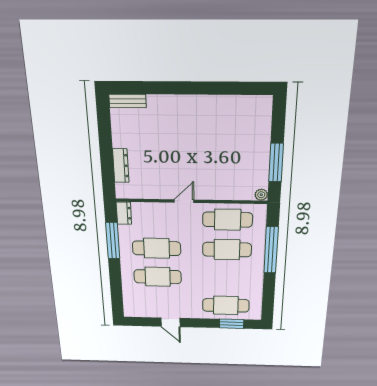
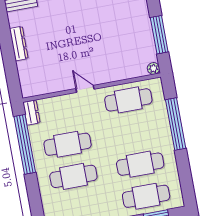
dresser: (121, 166) -> (19, 43), moved
door: (184, 201) -> (85, 89), hinge flipped
window: (113, 241) -> (25, 144), width x1.46
cafe table: (227, 250) -> (140, 164), moved

